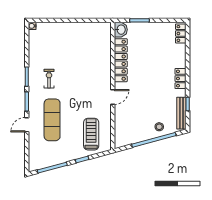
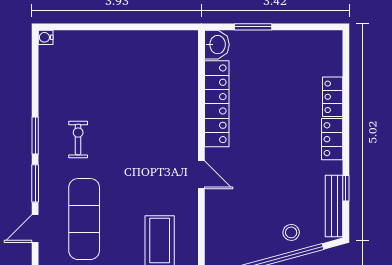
locker: (181, 33) -> (333, 97), moved
door: (113, 97) -> (201, 175), hinge flipped

